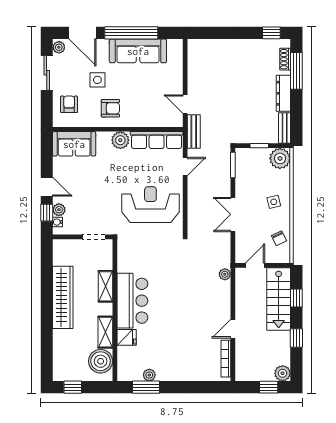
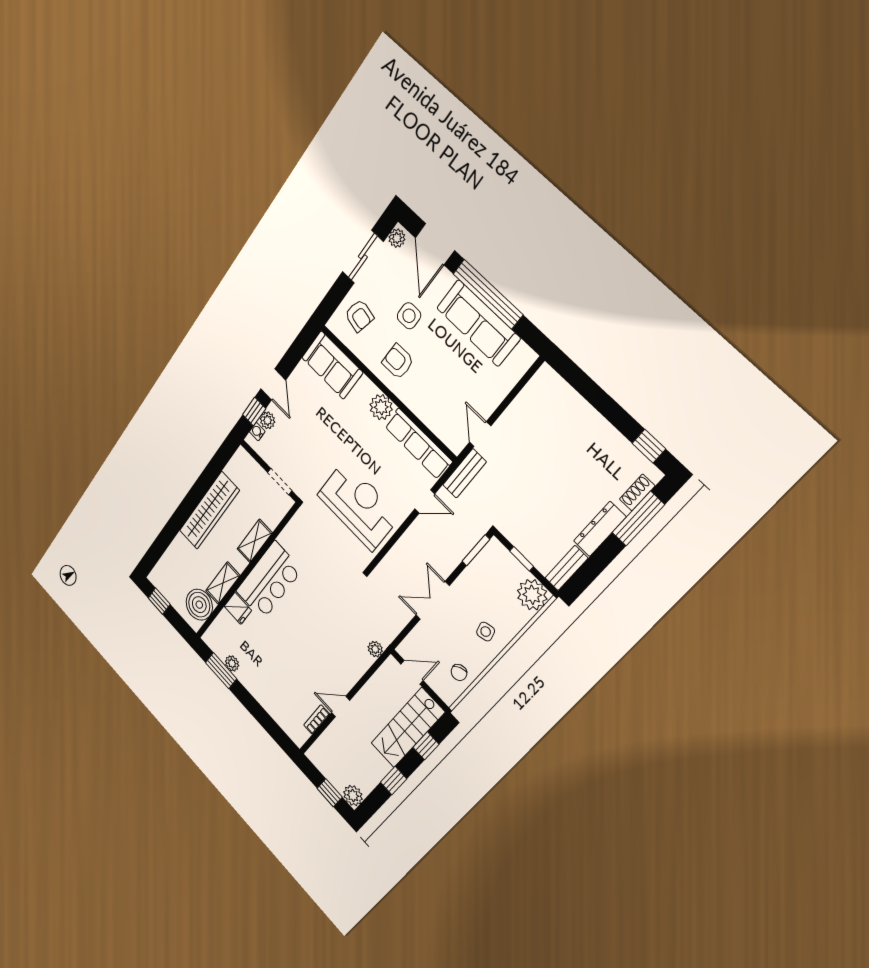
armchair: (69, 104) -> (359, 316), turned 103
armchair: (110, 108) -> (398, 362), turned 180
bookcase: (226, 359) -> (317, 720), width x0.64

